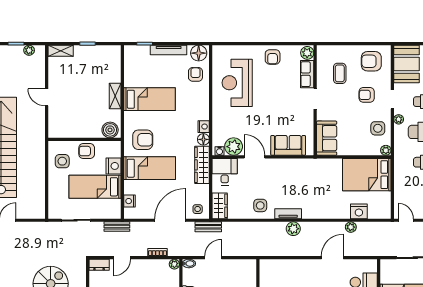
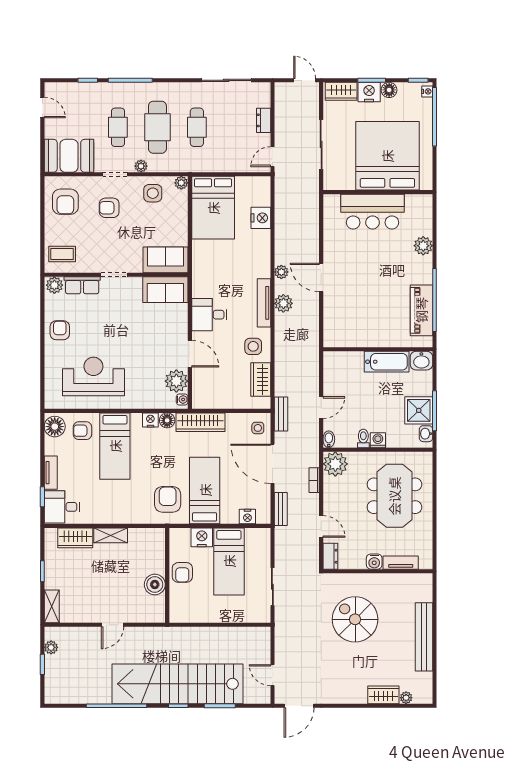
tv unit: (169, 50) -> (51, 473), width x0.71
armchair: (273, 57) -> (60, 330), turned -90
desk: (137, 59) -> (62, 507), added
wardrobe: (113, 69) -> (75, 538), added
coffee table: (340, 73) -> (62, 254), moved
reception desk: (237, 83) -> (93, 376), turned 180
armchair: (367, 95) -> (109, 208), turned 90
bed: (149, 99) -> (115, 446), moved, turned 180
boiler: (110, 130) -> (155, 585), moved
sofa: (288, 145) -> (165, 290), moved, turned -90
door: (255, 157) -> (190, 354), swing flipped
side table: (62, 161) -> (195, 604), removed
desk: (225, 172) -> (209, 315), moved
wardrobe: (220, 206) -> (261, 379), moved, turned -90
tv unit: (288, 214) -> (264, 303), width x1.41
bench: (117, 227) -> (281, 509), moved
plant: (351, 227) -> (281, 272), moved
door: (213, 258) -> (321, 408), swing flipped
door: (332, 258) -> (321, 277), moved
plant: (174, 264) -> (335, 464), width x1.88, depth x1.88

